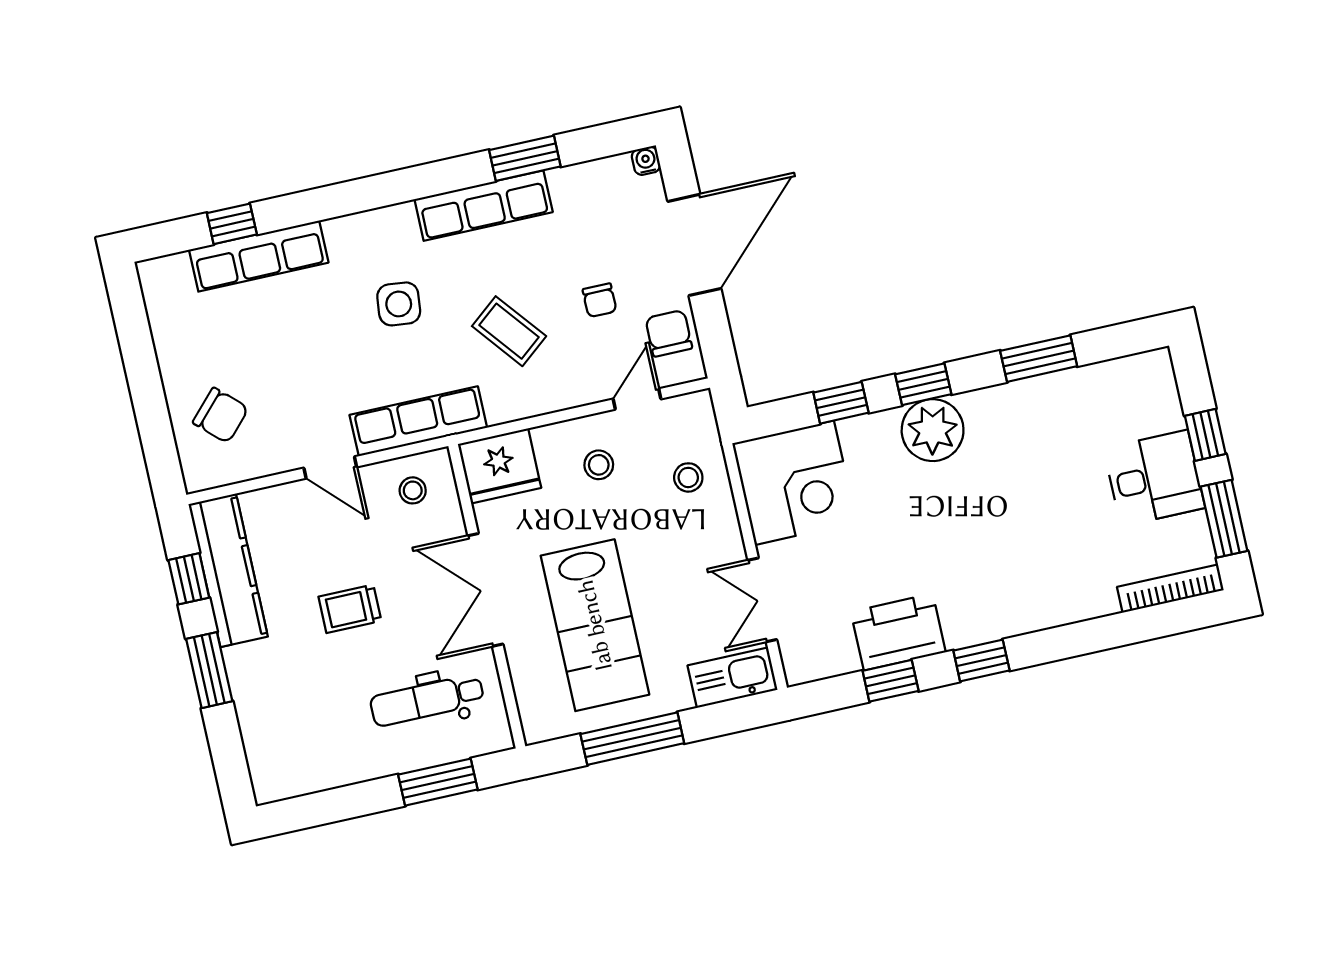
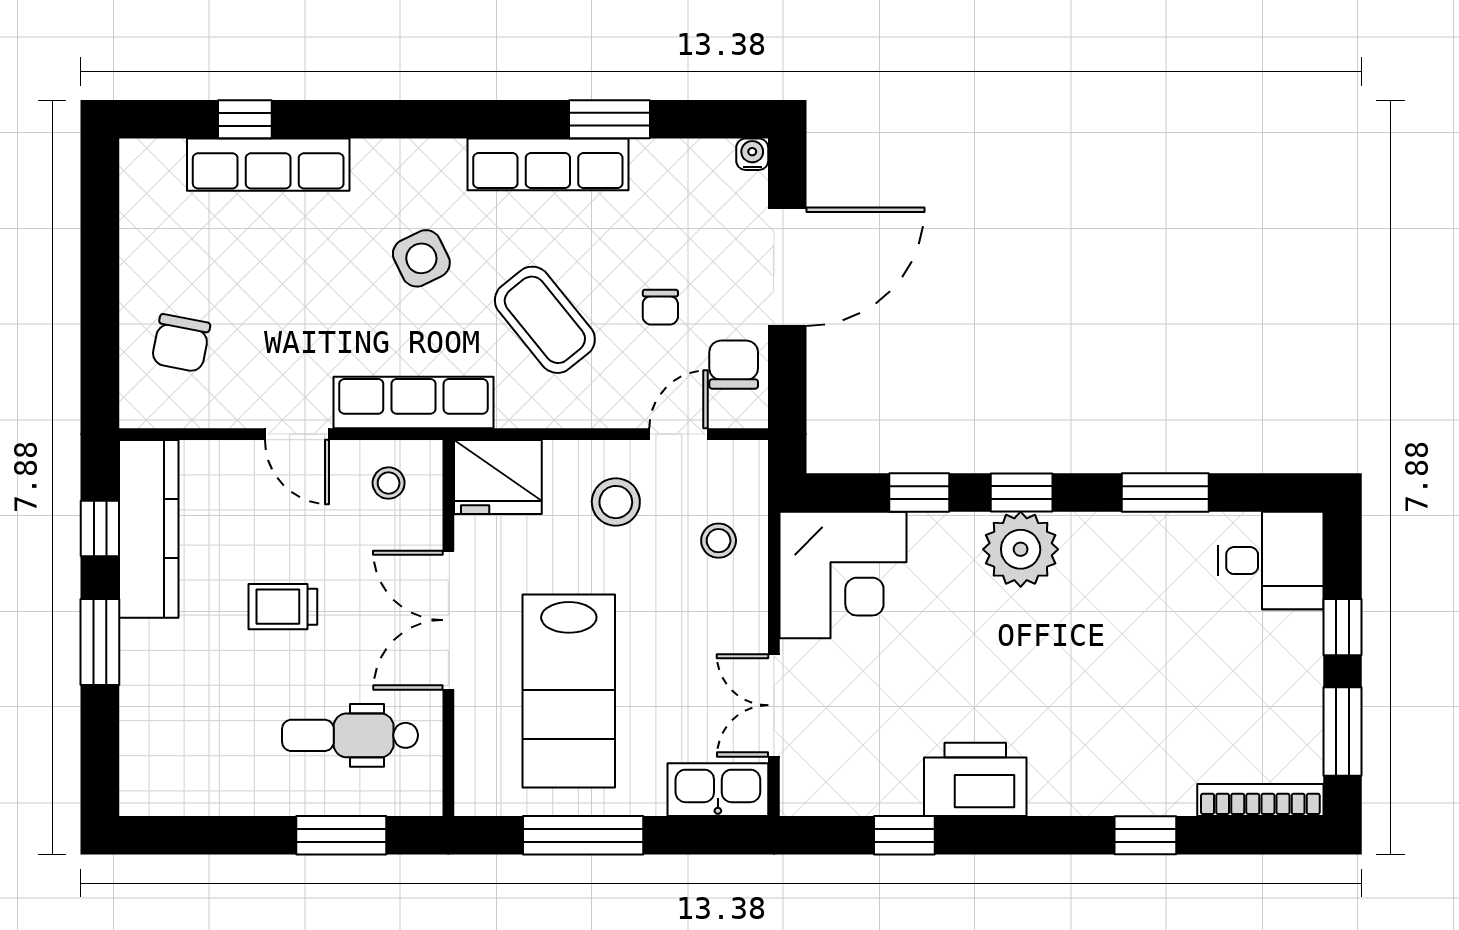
side table: (399, 304) -> (421, 258), turned -32
coffee table: (509, 331) -> (545, 320), width x1.36, depth x1.30
chair: (221, 415) -> (181, 343), turned 58
stool: (599, 465) -> (616, 502), width x1.37, depth x1.37
desk: (1154, 478) -> (1271, 561), moved
printer: (898, 632) -> (975, 779), moved
window: (981, 661) -> (1145, 835), moved

